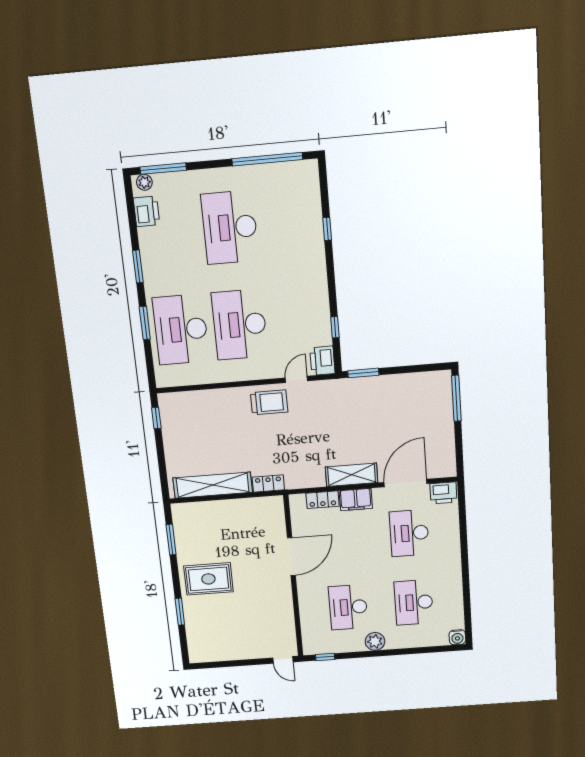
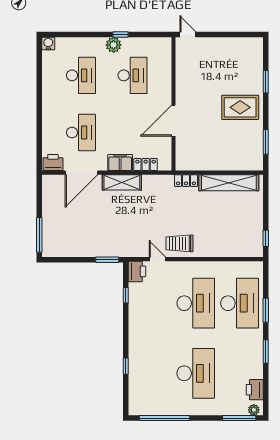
door: (296, 379) -> (157, 259), swing flipped
window: (325, 657) -> (120, 35), moved

